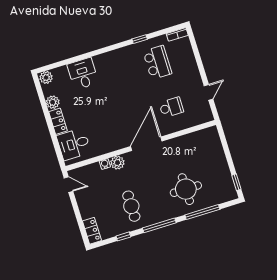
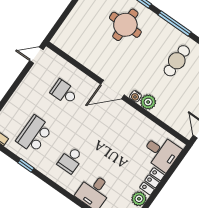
school desk: (119, 74) -> (71, 160), added
door: (209, 92) -> (36, 55), moved
door: (146, 144) -> (112, 89), width x0.73
water cooler: (105, 164) -> (135, 96), moved

